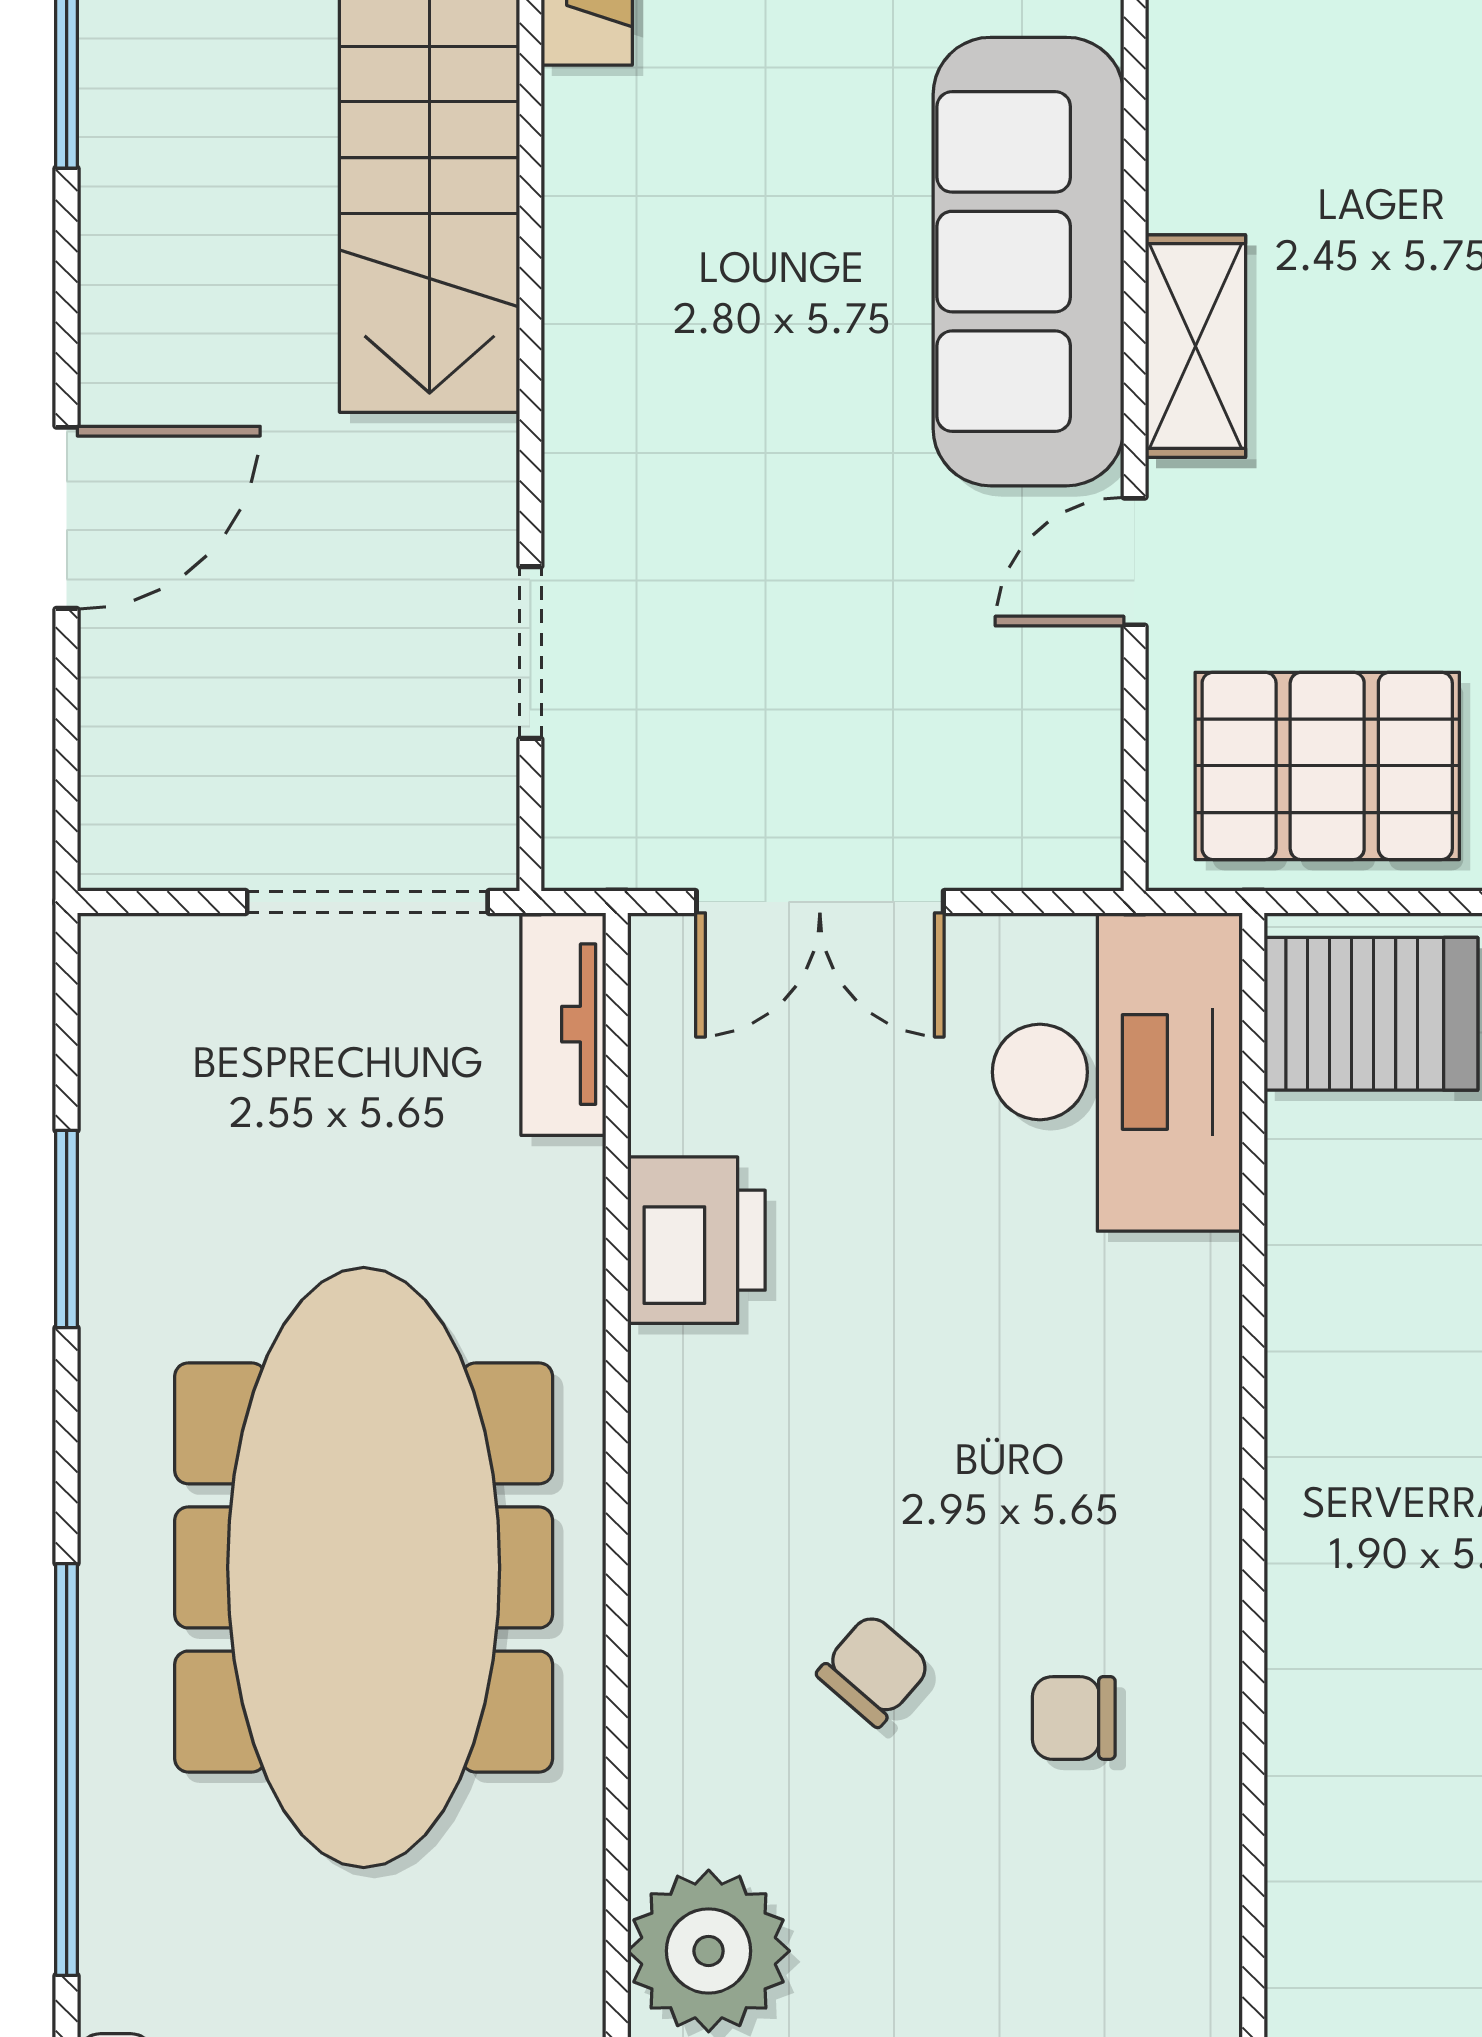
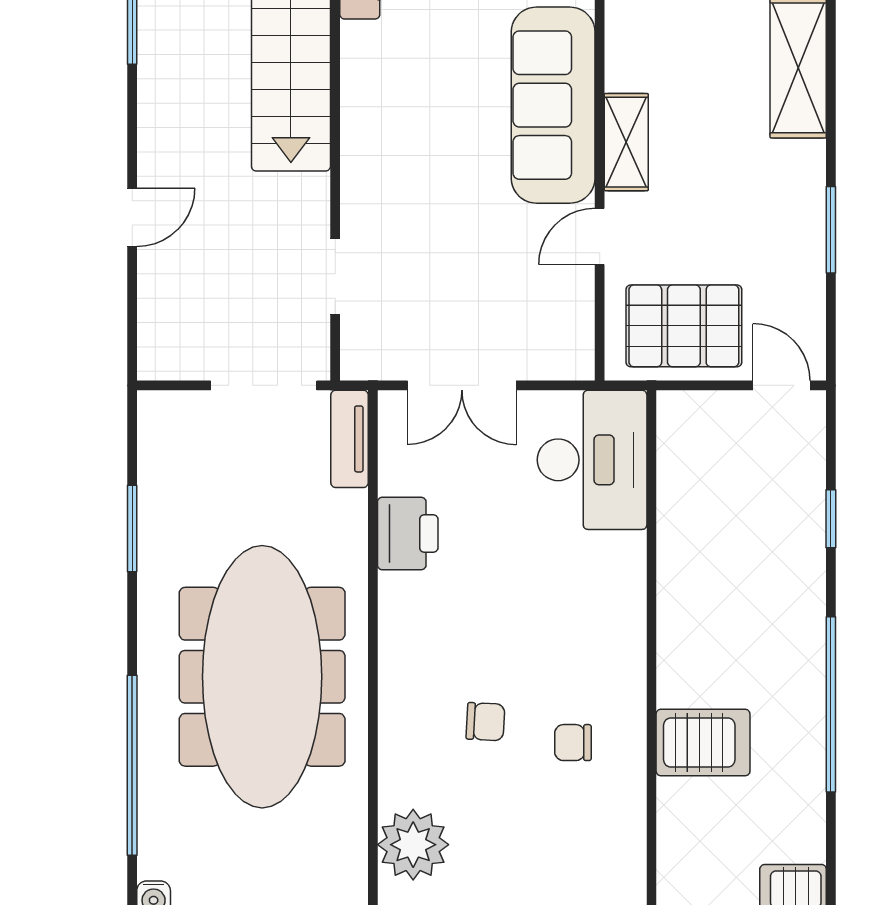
door: (67, 518) -> (132, 217), width x0.73
server rack: (1371, 1014) -> (703, 743), moved
chair: (874, 1670) -> (485, 722), turned 52

